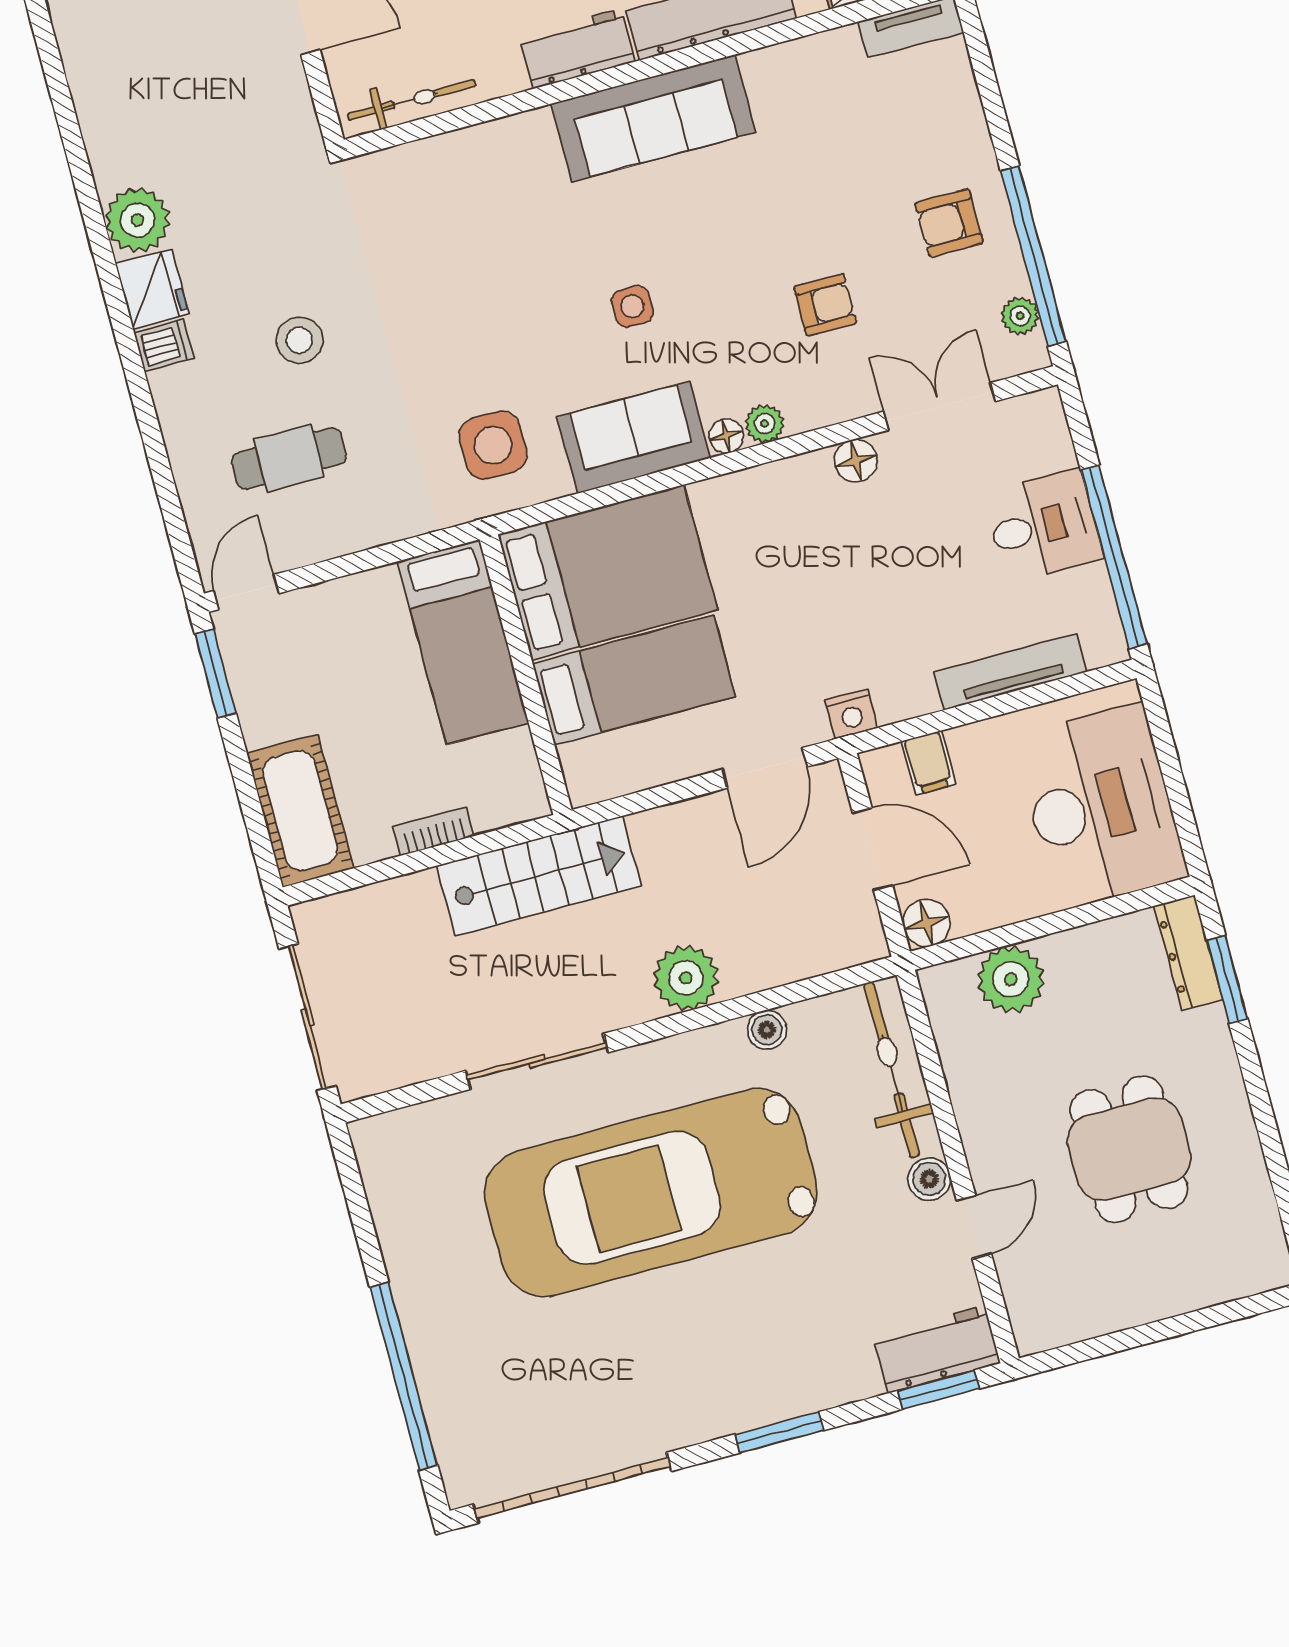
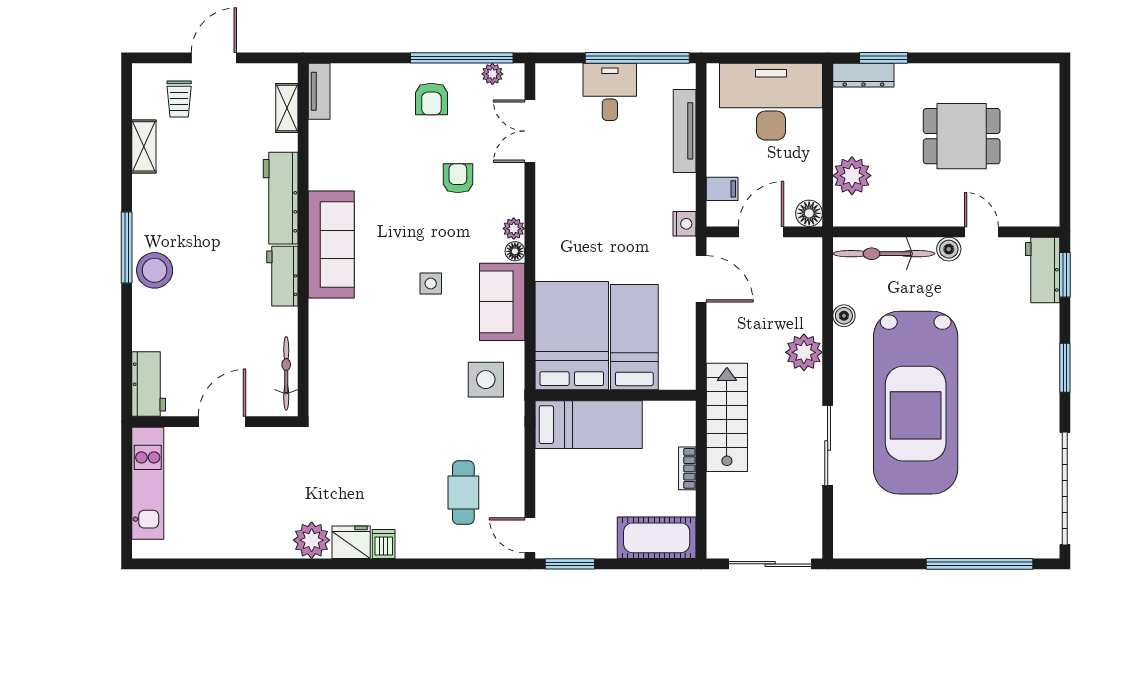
stool: (299, 340) -> (401, 470), removed
floor lamp: (856, 461) -> (547, 184), removed

